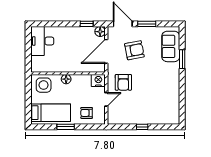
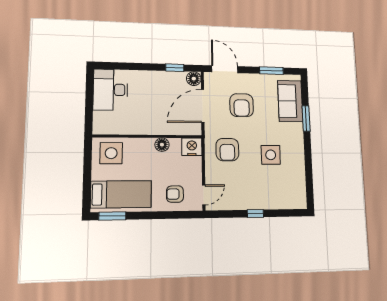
window: (147, 24) -> (271, 71), moved
armchair: (134, 50) -> (242, 105), turned 101
floor lamp: (66, 79) -> (162, 145), moved
side table: (155, 86) -> (271, 155), added
door: (106, 99) -> (204, 195), moved
window: (66, 127) -> (112, 216), moved

